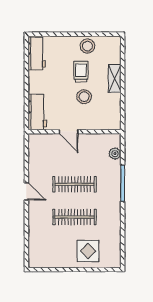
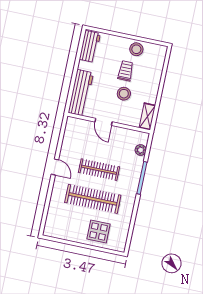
shelving: (115, 78) -> (147, 116), moved
workbench: (37, 112) -> (81, 93), width x1.38
clothes rail: (75, 217) -> (93, 199), width x1.37, depth x1.31

